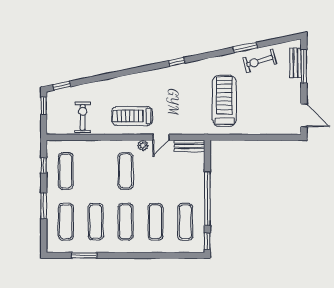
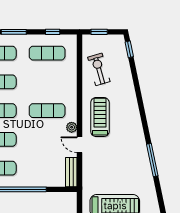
window: (177, 62) -> (152, 160), width x2.17
window: (44, 106) -> (99, 32), moved
exercise bike: (83, 117) -> (99, 69), turned -106

